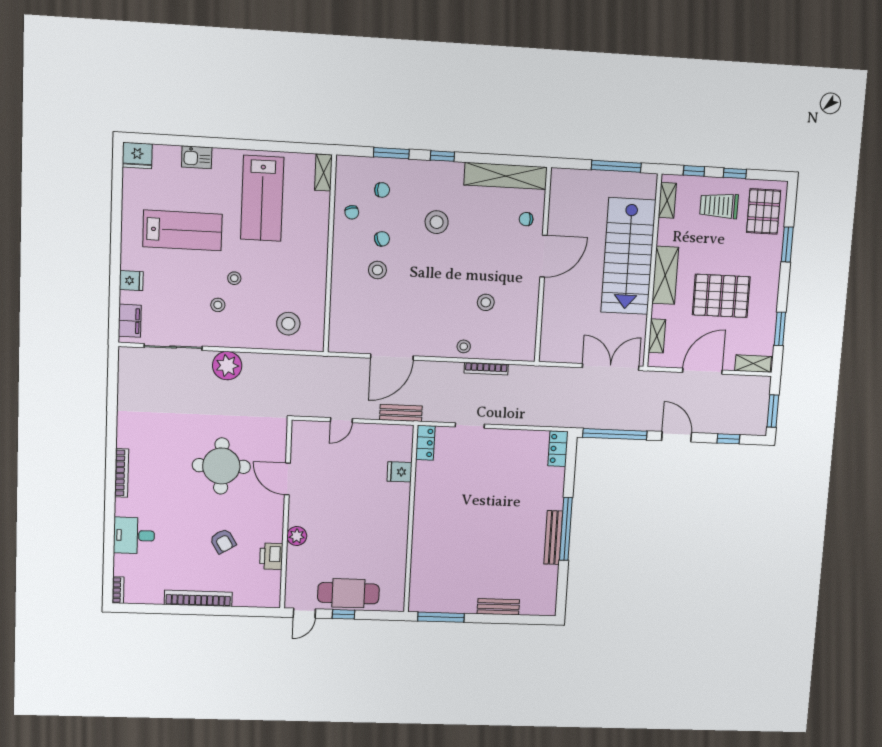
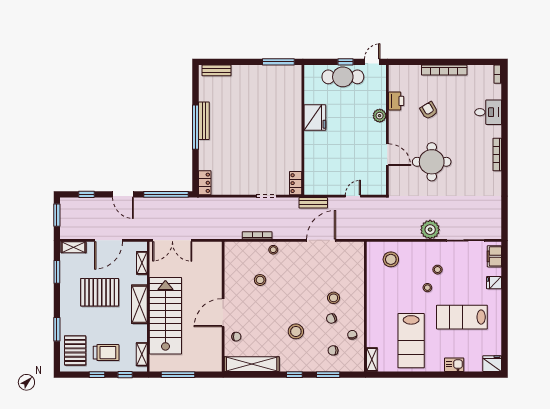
lab bench: (262, 198) -> (411, 341), turned 180
fridge: (399, 472) -> (315, 118), moved, width x1.88, depth x1.34
bench: (498, 607) -> (216, 70), moved

